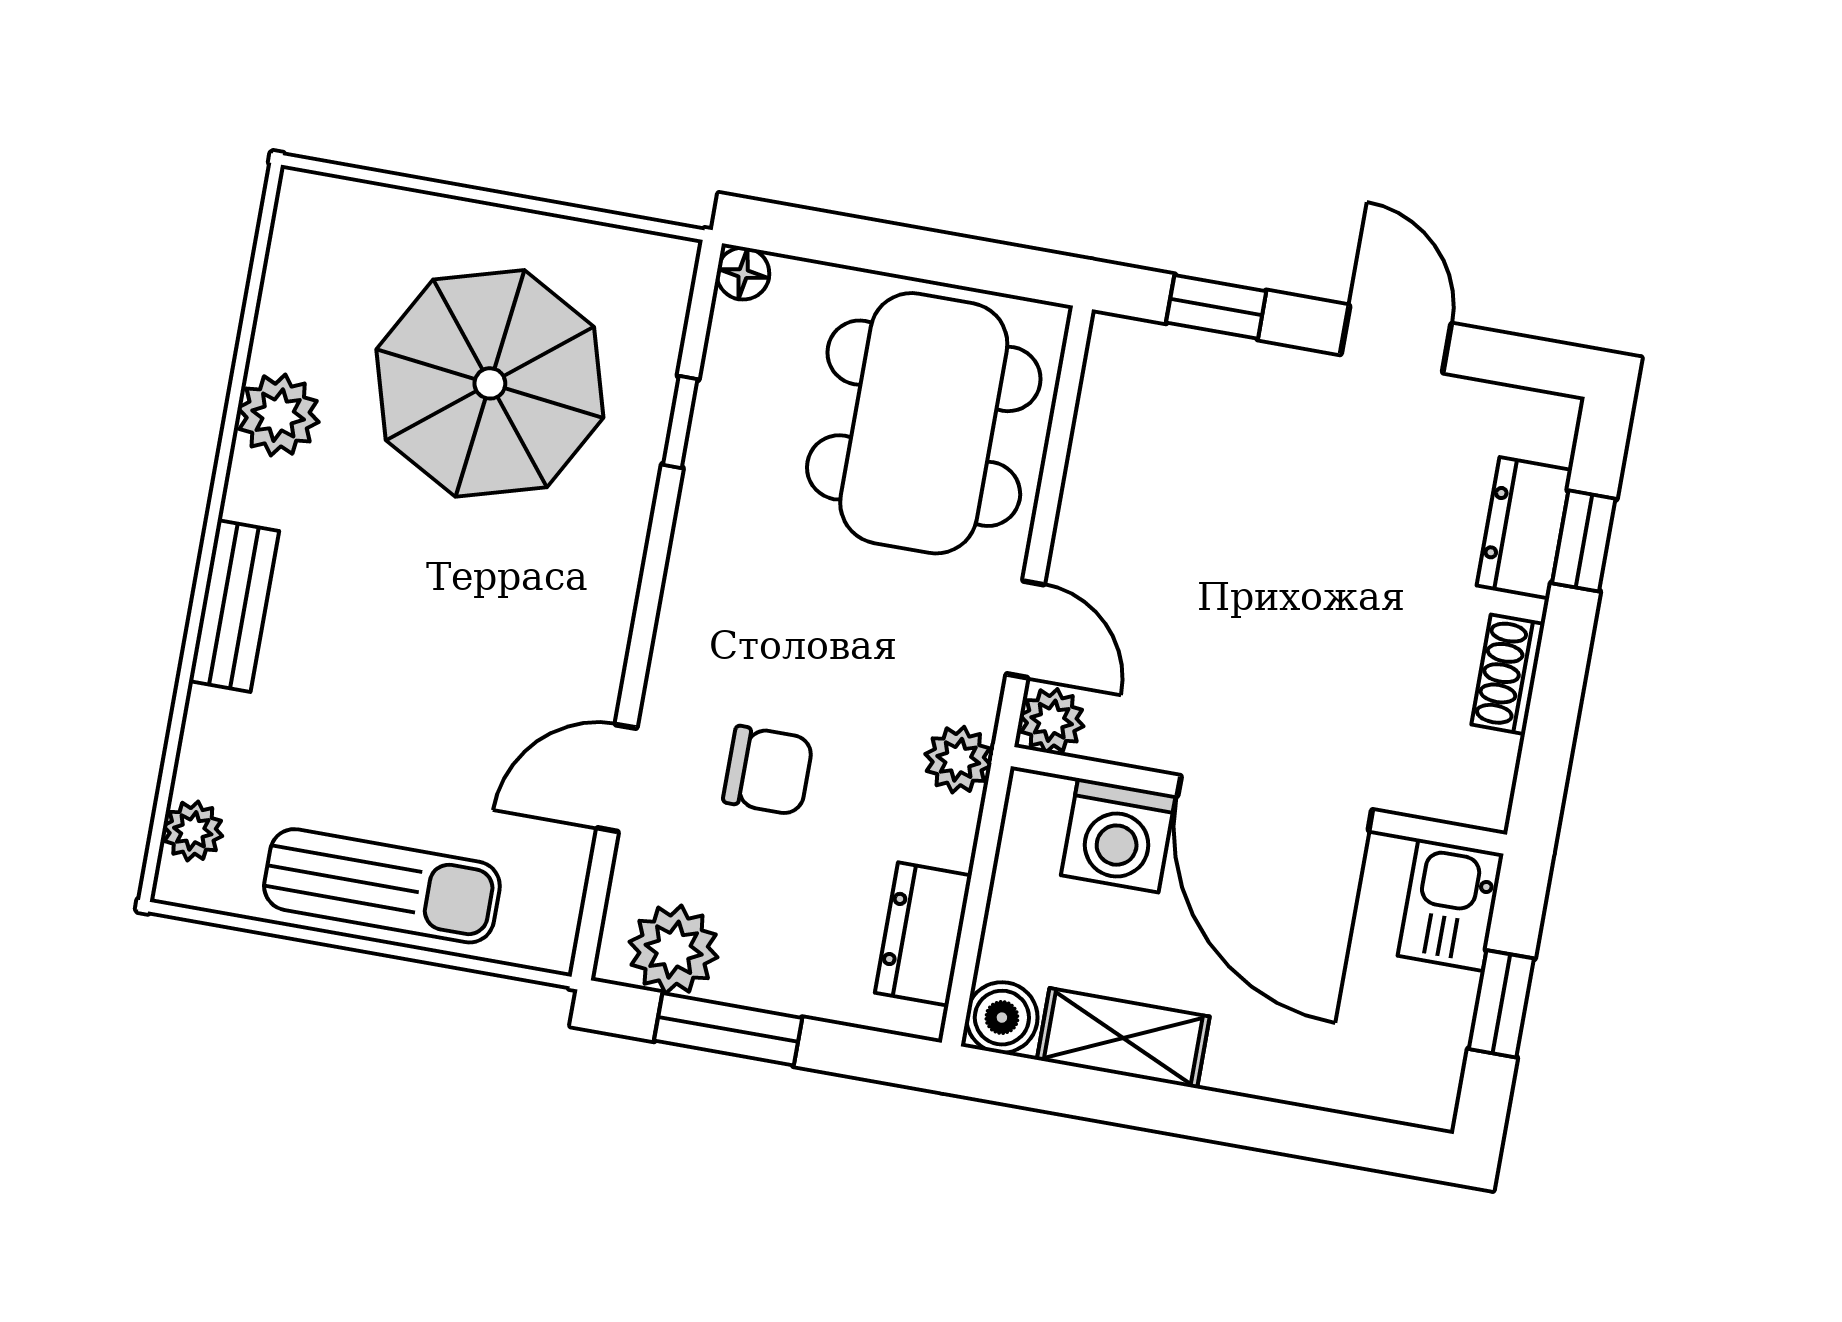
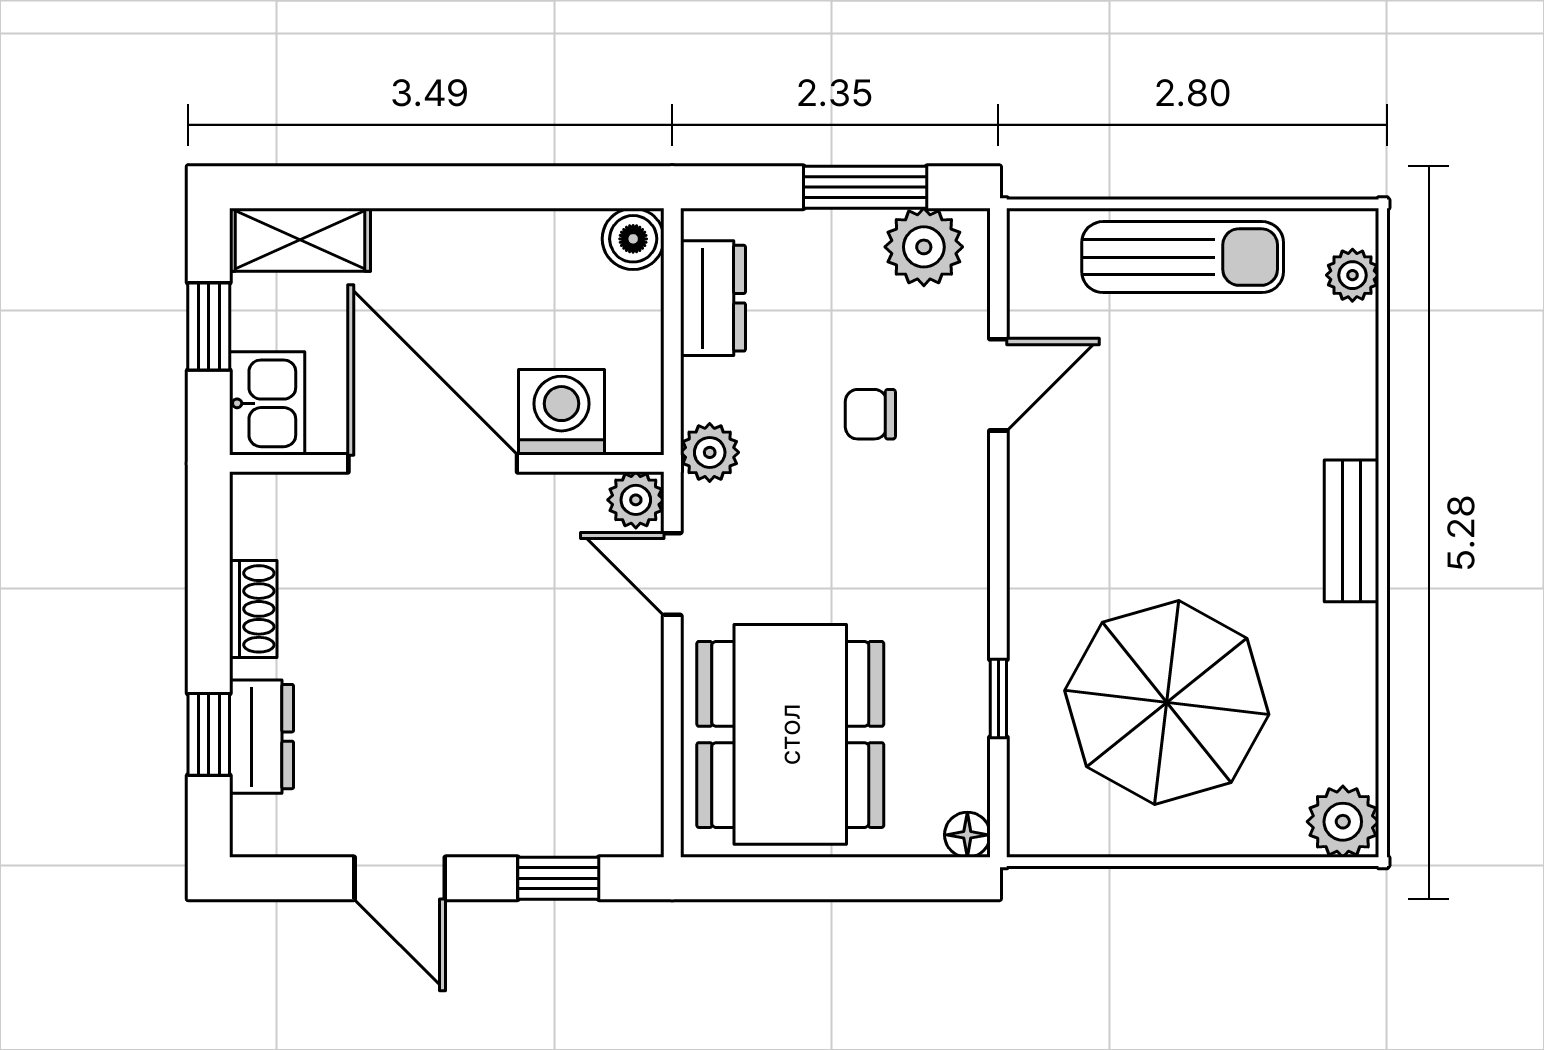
plant: (278, 415) -> (1343, 822), moved
bench: (234, 606) -> (1351, 531), moved
chair: (768, 771) -> (870, 414), width x0.73, depth x0.73
sun lounger: (382, 886) -> (1183, 257), turned 180
shelving: (1123, 1038) -> (300, 240), moved

